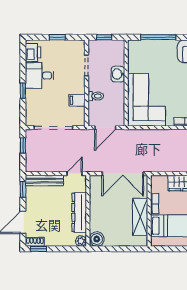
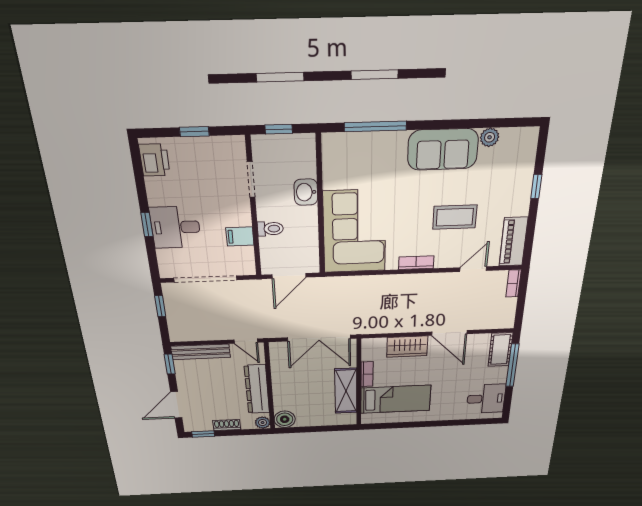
desk: (39, 76) -> (176, 227), moved
door: (75, 174) -> (246, 341), swing flipped
shoe rack: (35, 242) -> (227, 425), moved

